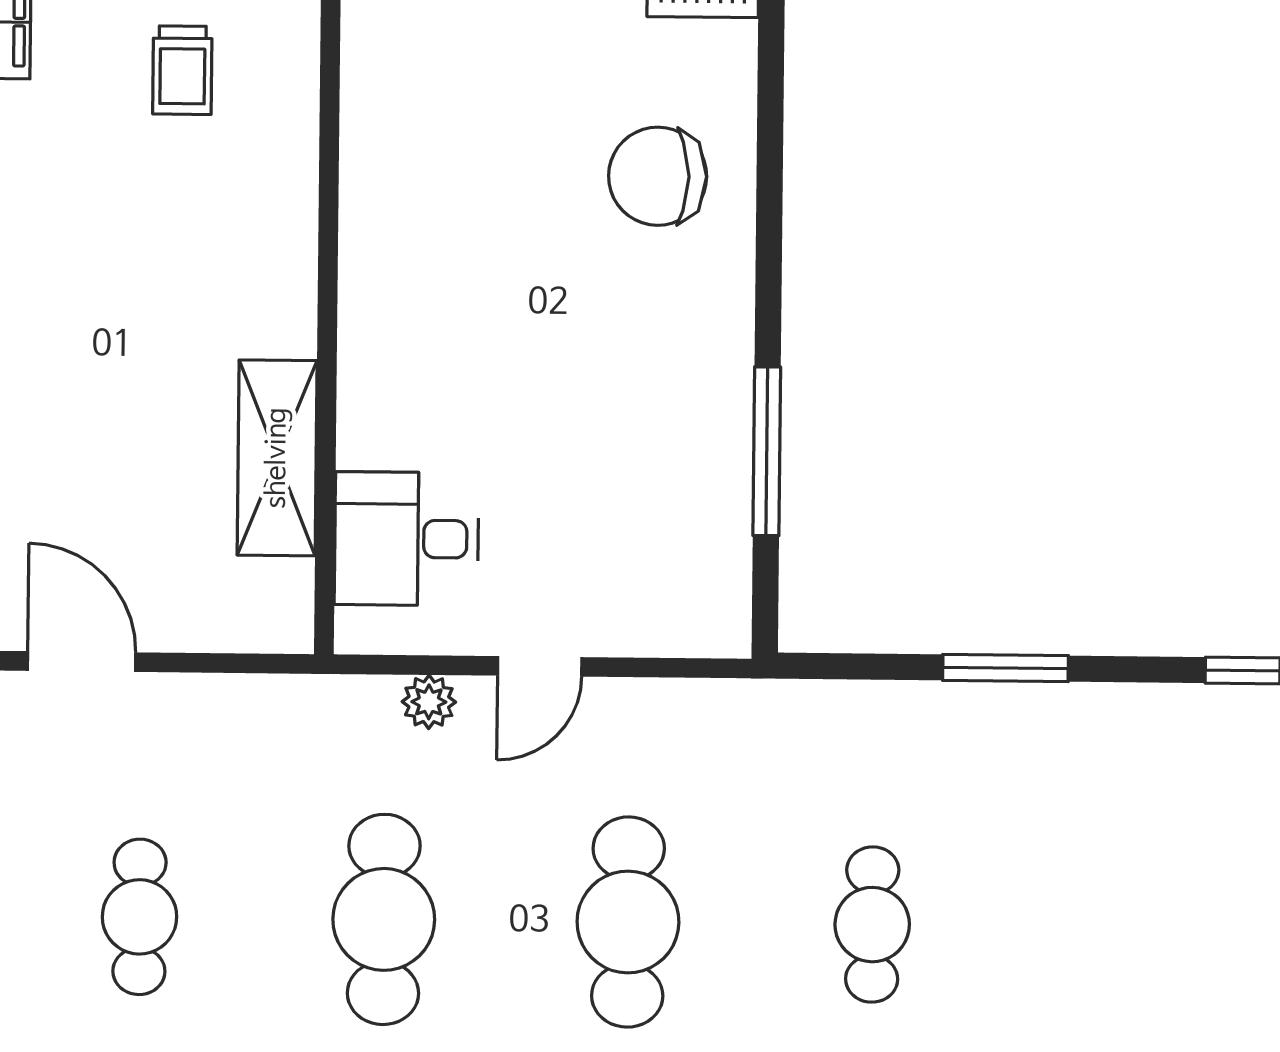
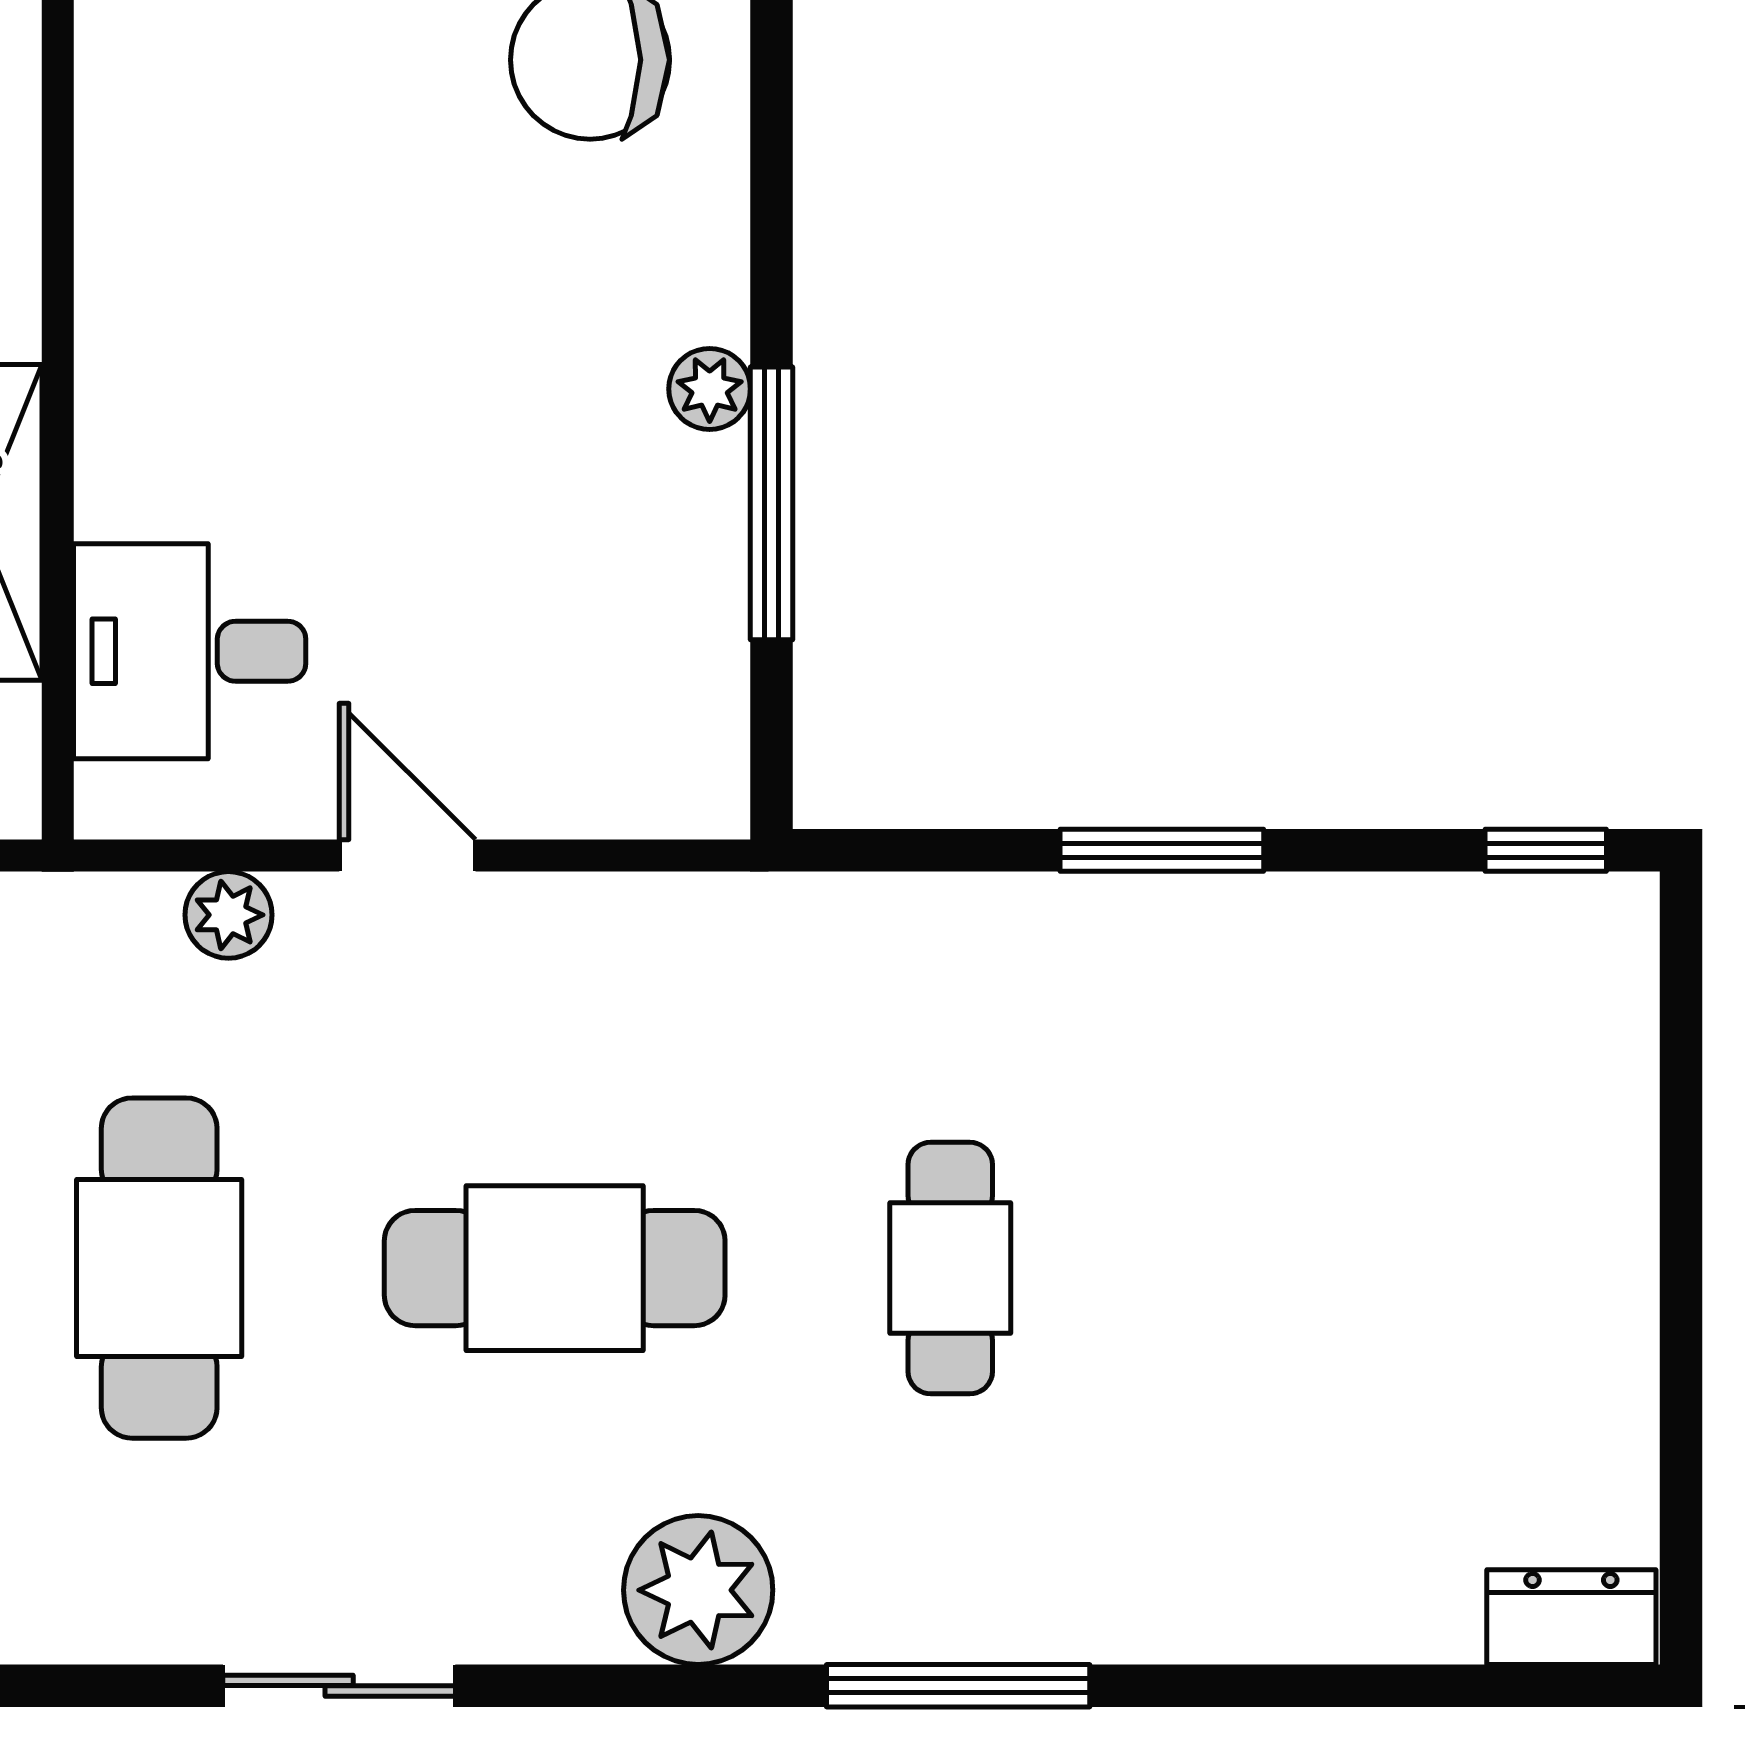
plant: (729, 380) -> (710, 389), added
door: (540, 666) -> (407, 856), swing flipped
cafe table: (628, 922) -> (555, 1268), turned 90

